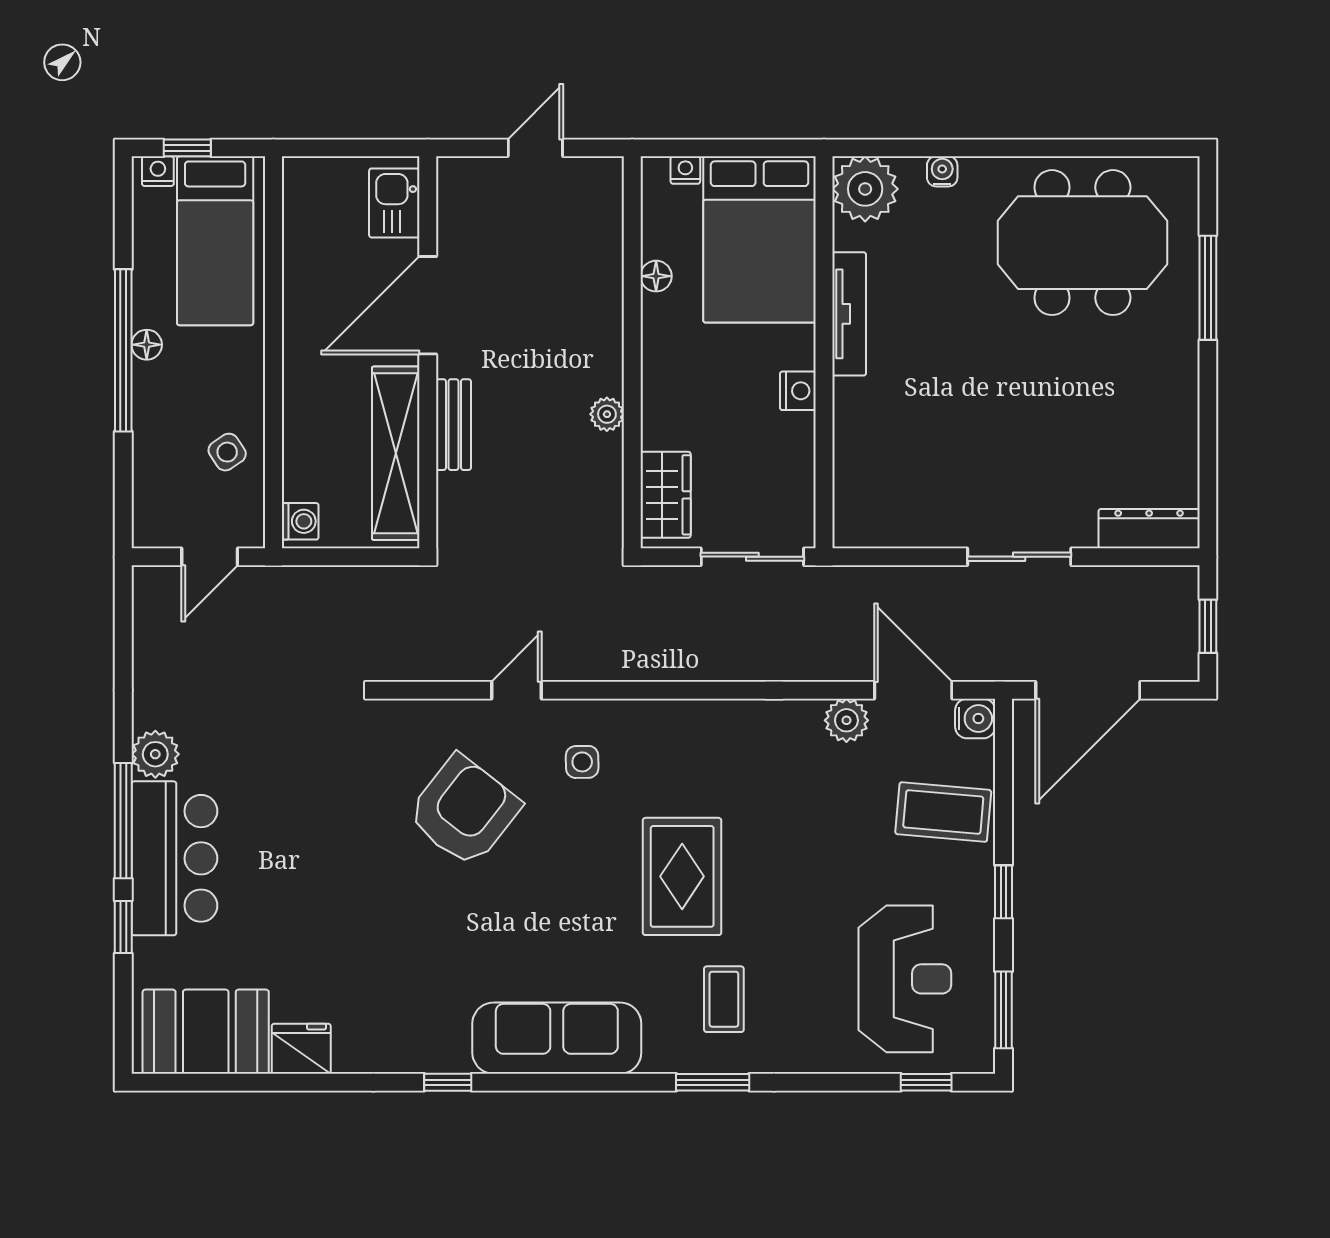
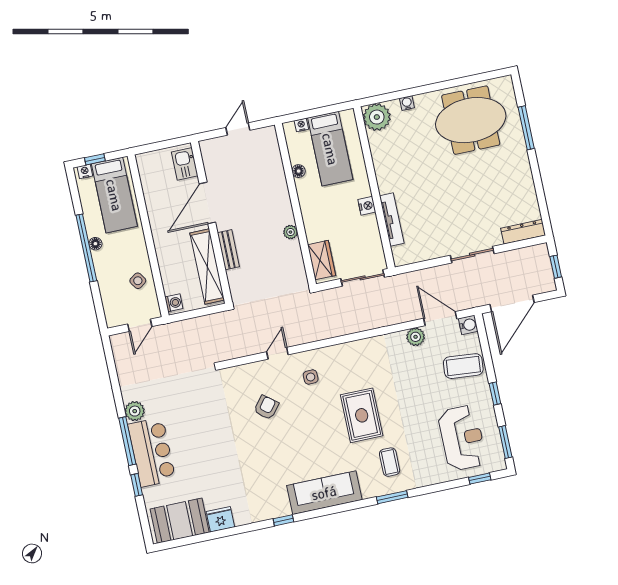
bed: (760, 239) -> (330, 149), width x0.67
tv unit: (849, 314) -> (392, 220), moved
armchair: (464, 811) -> (266, 407), width x0.53, depth x0.53

